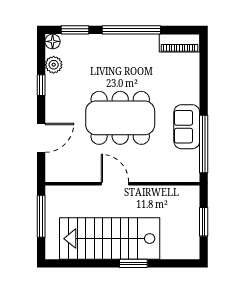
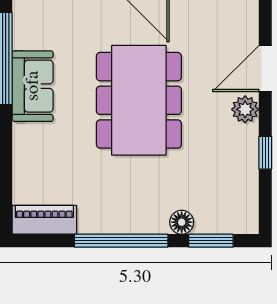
floor lamp: (53, 41) -> (182, 222), moved
plant: (54, 65) -> (245, 109), moved
dining table: (120, 118) -> (139, 100), turned 90

